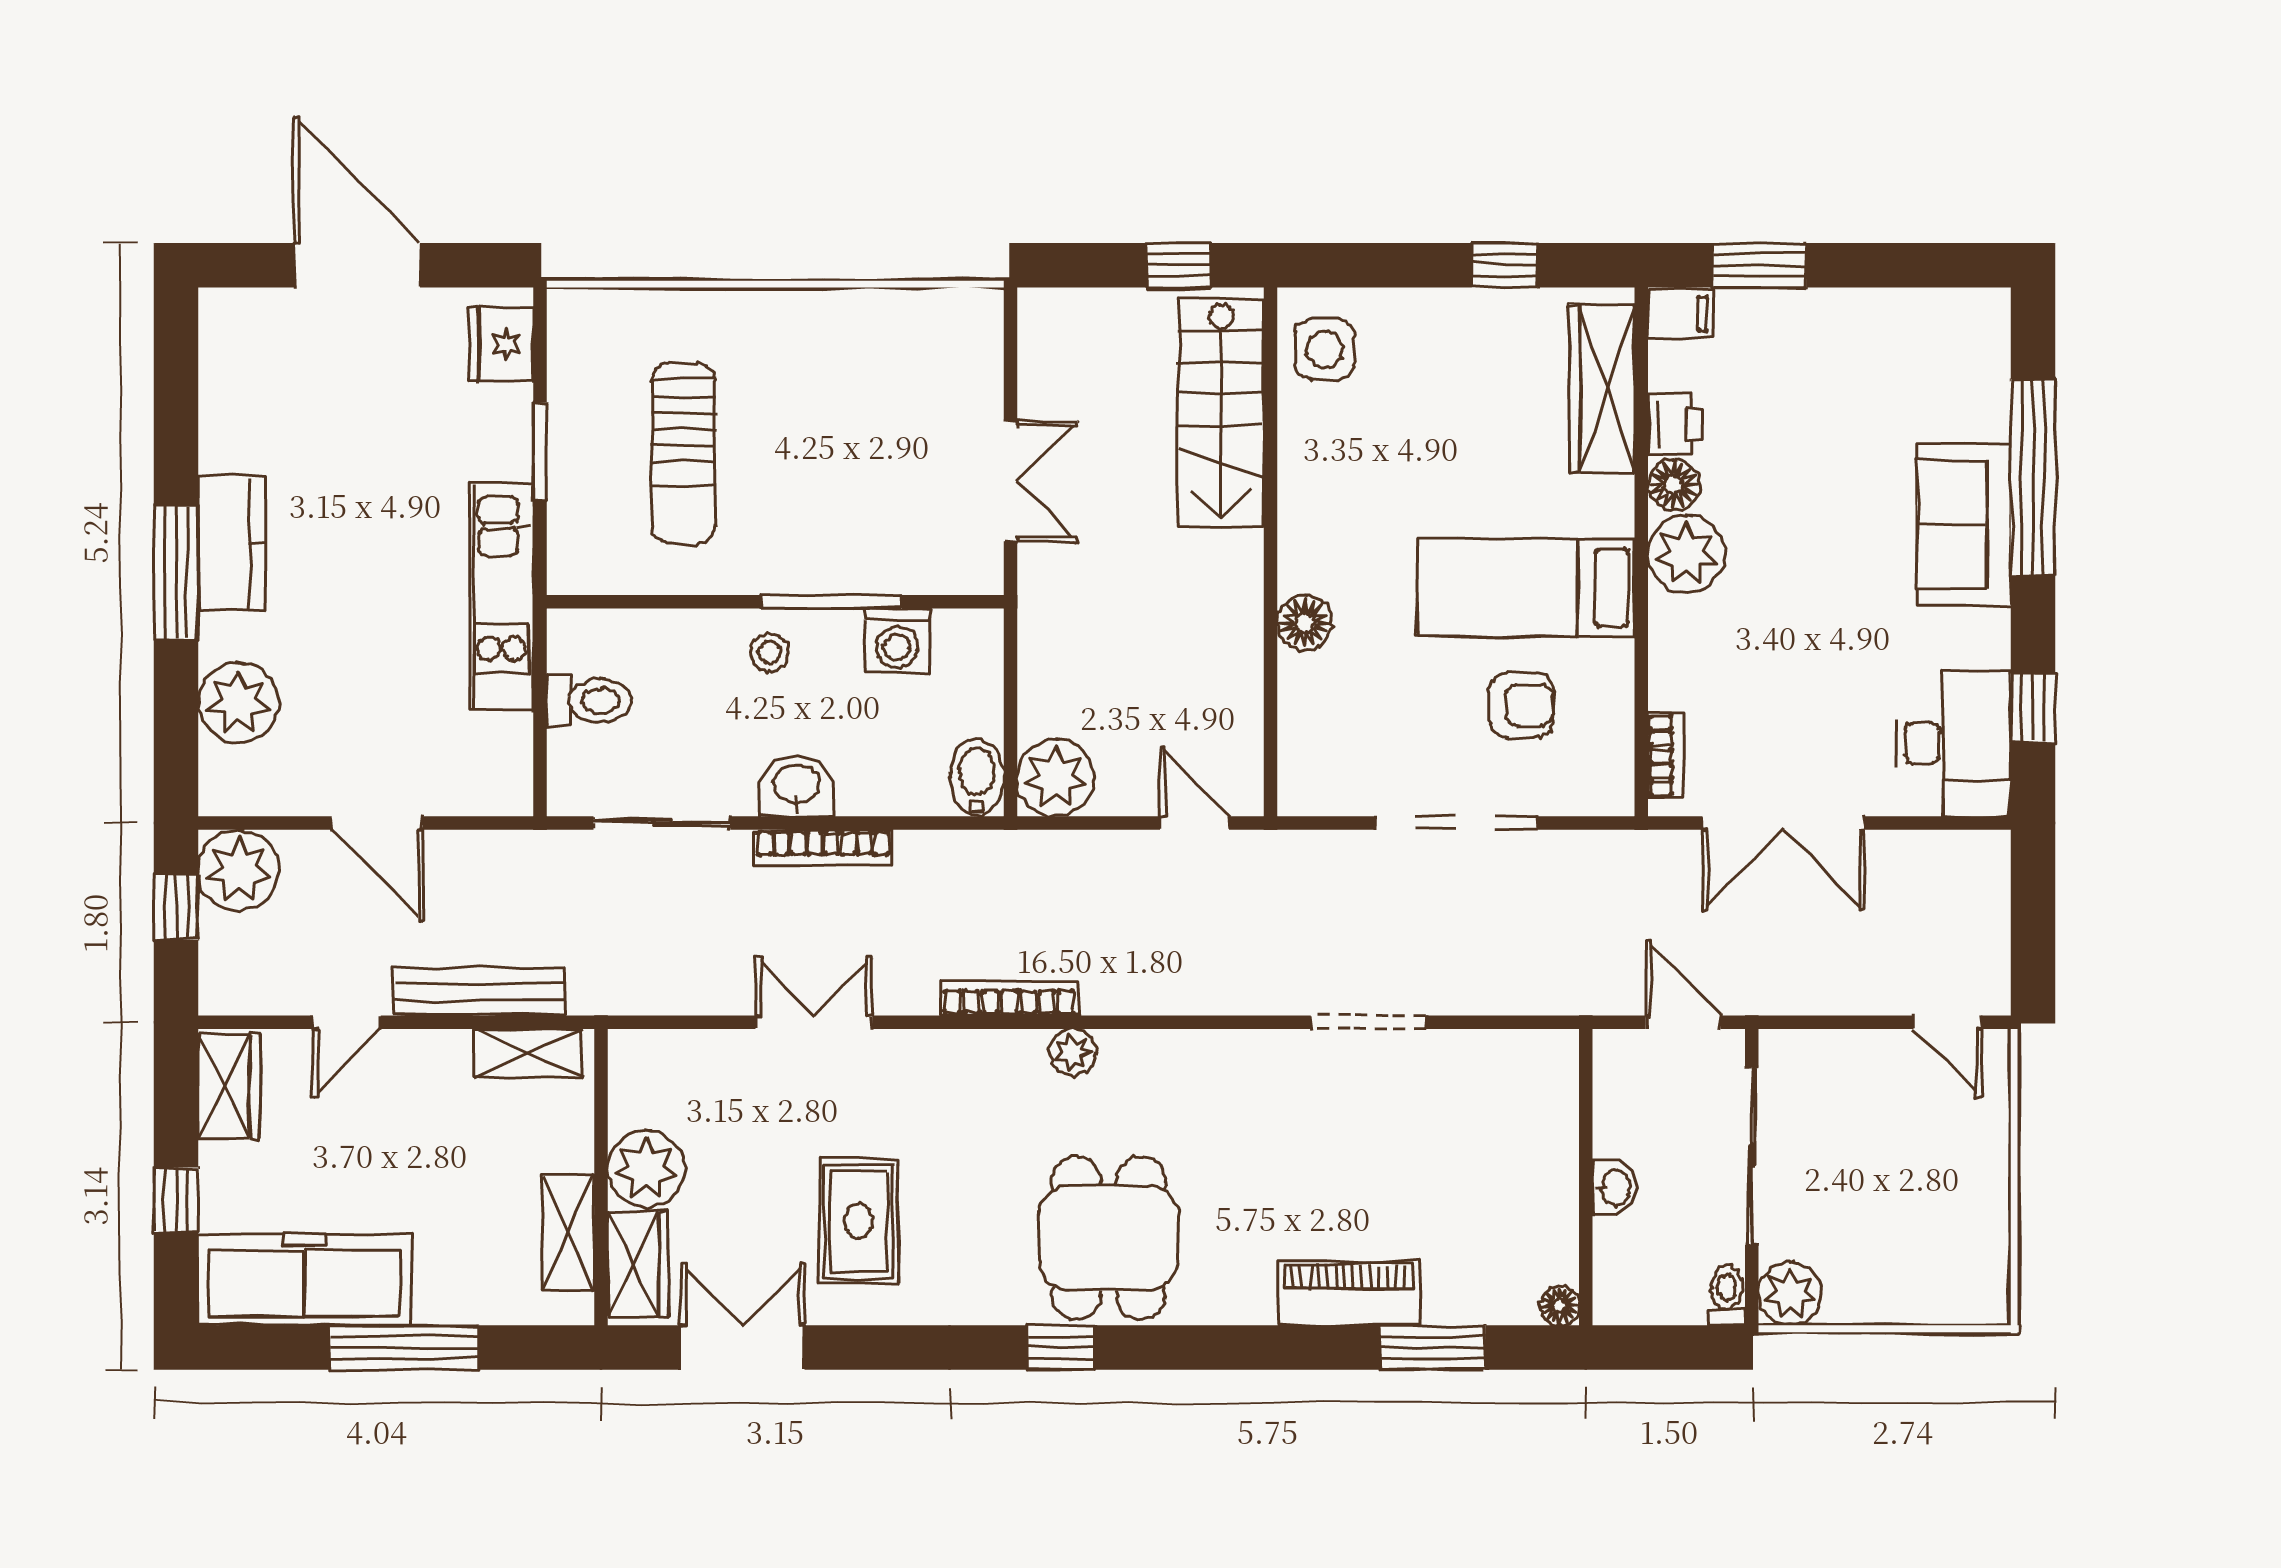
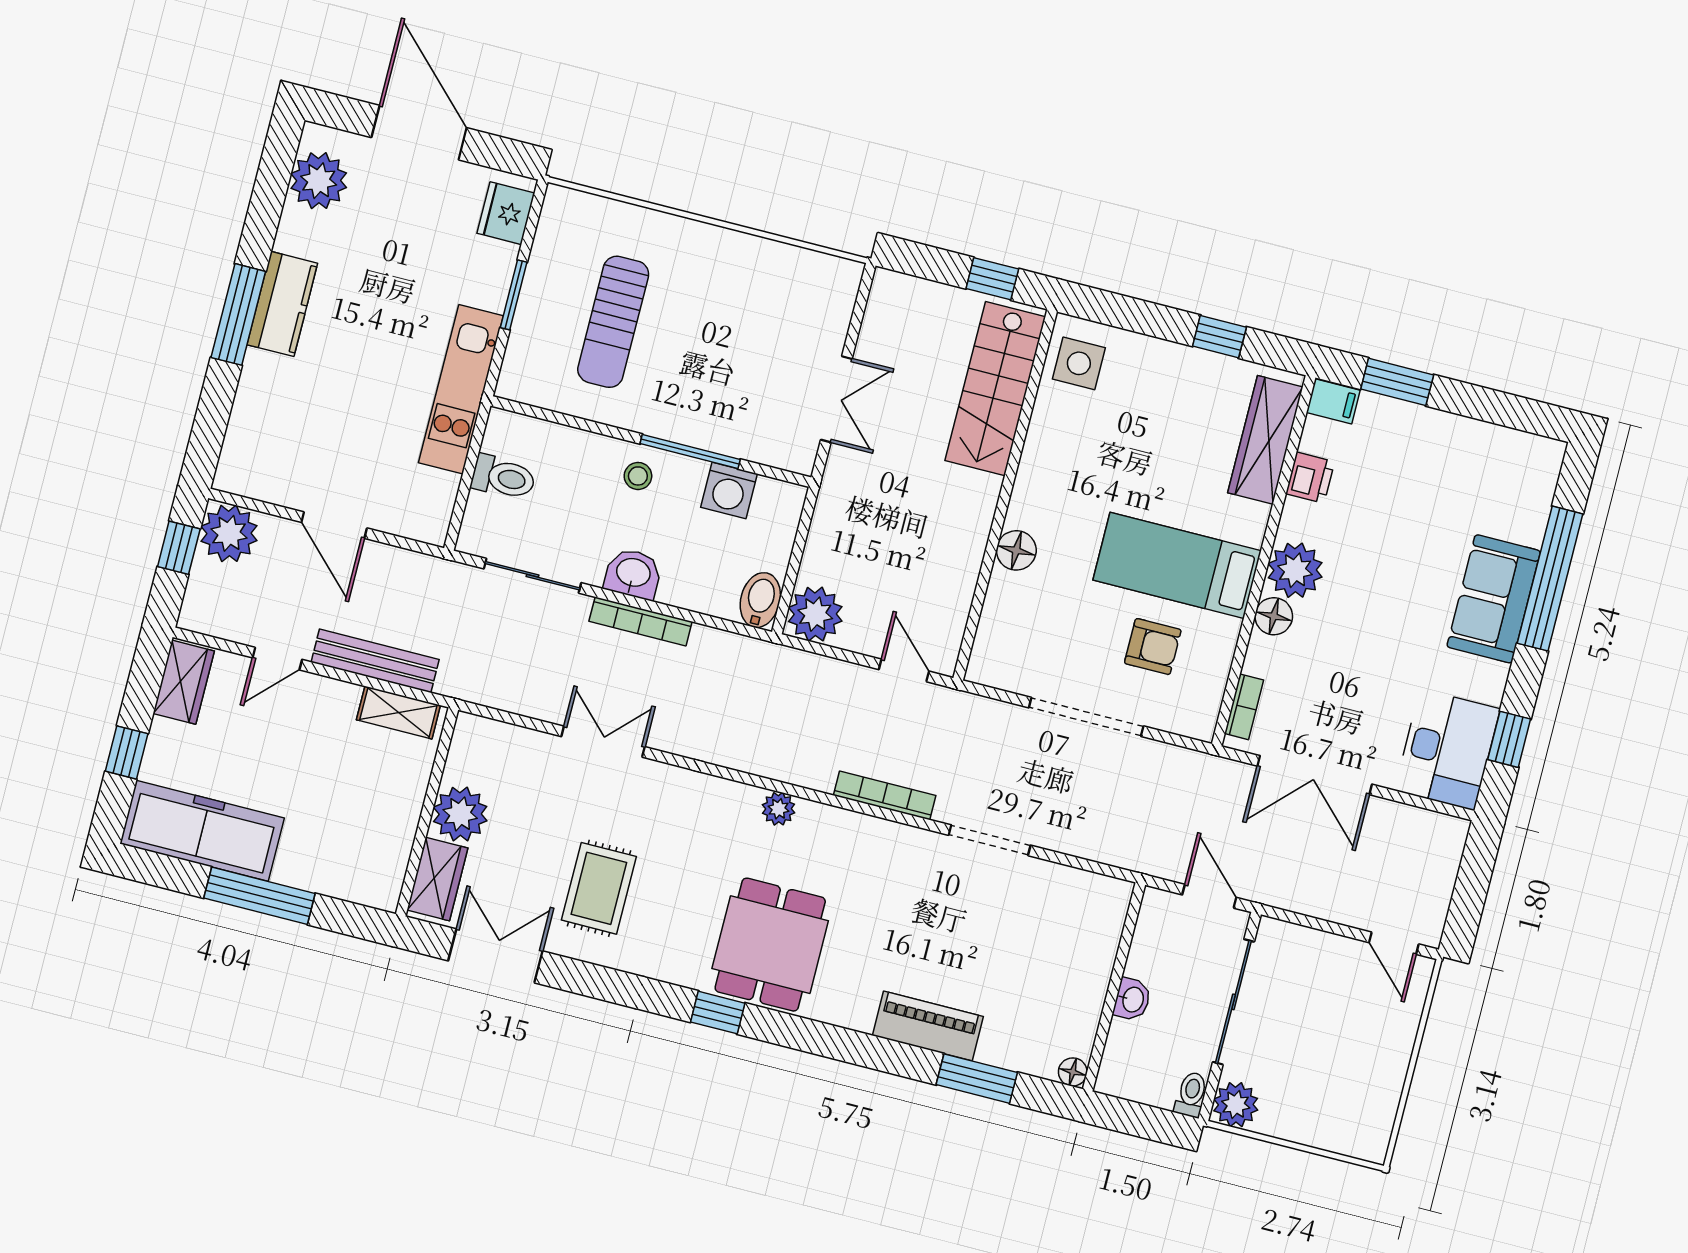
floor lamp: (1674, 485) -> (1274, 616), moved
plant: (238, 703) -> (319, 181), moved
bookcase: (1009, 998) -> (885, 795), moved
shelving: (568, 1233) -> (394, 845), removed

